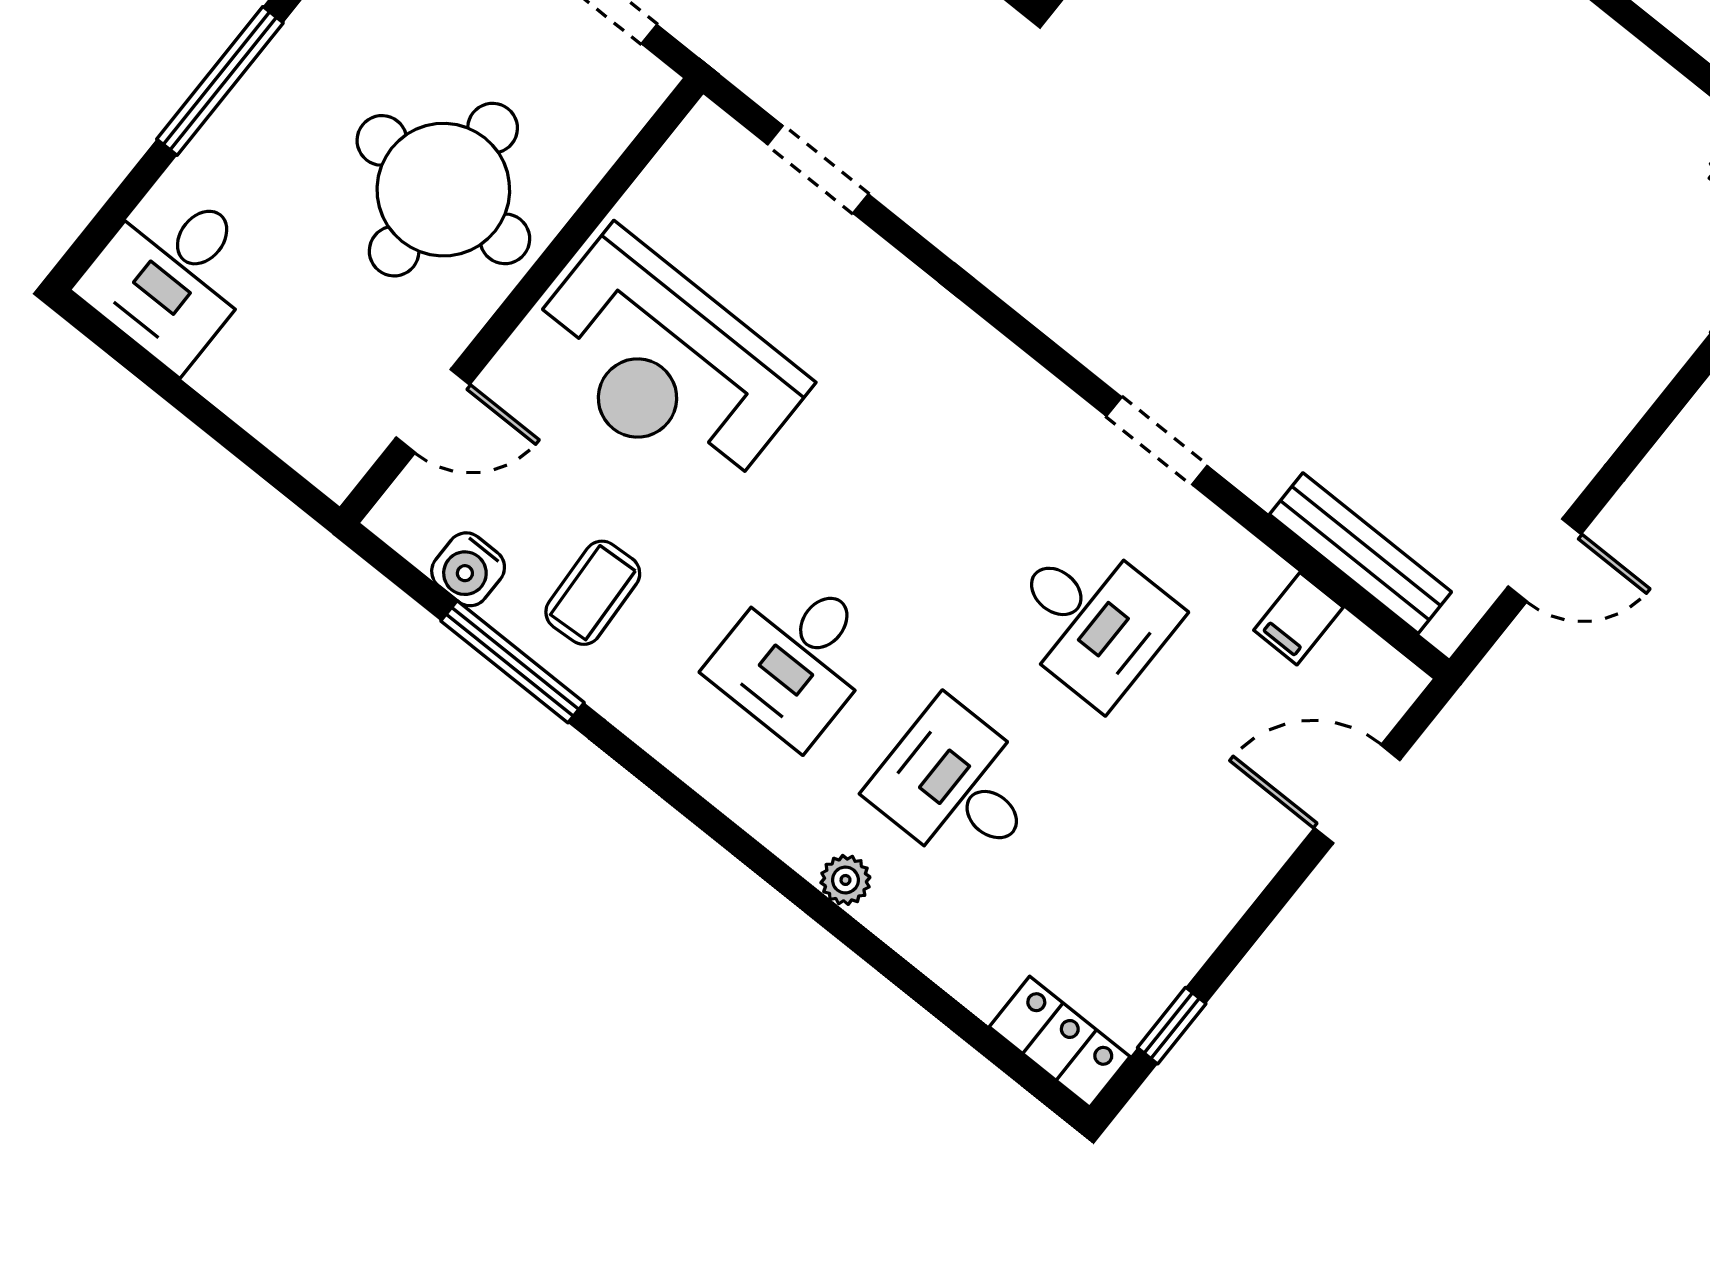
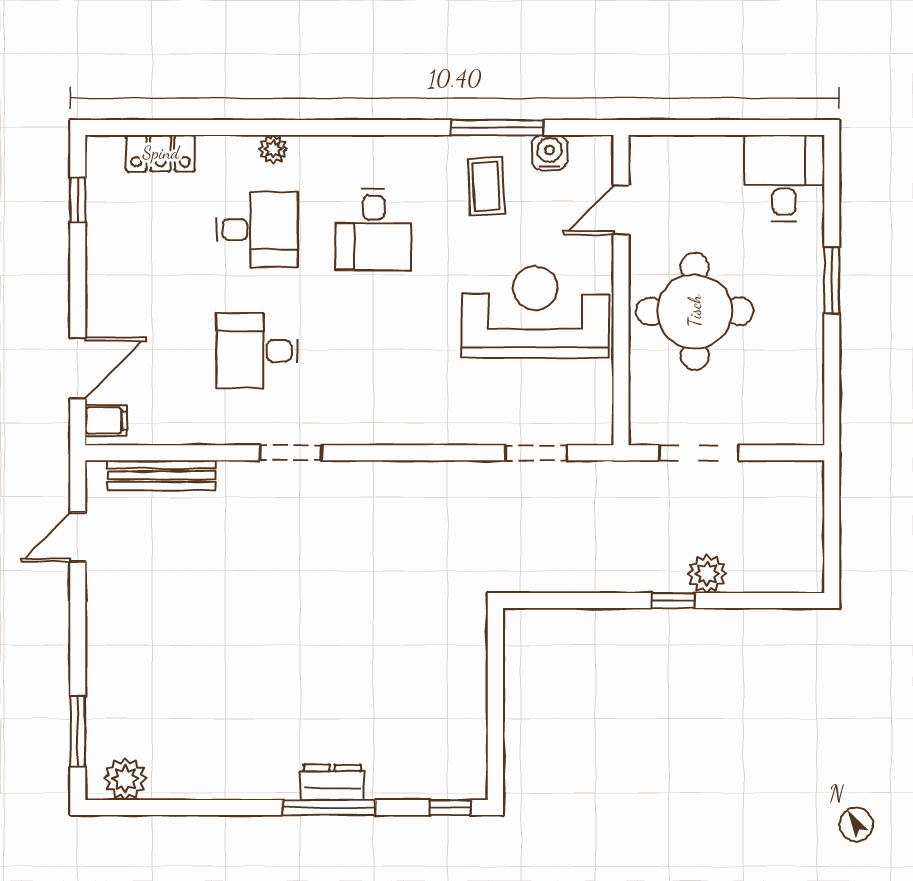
window: (220, 81) -> (832, 280), width x0.69
filing cabinet: (1298, 619) -> (106, 421), moved, turned 90
desk: (796, 658) -> (374, 230), turned 180
locker: (1060, 1042) -> (161, 153), moved

